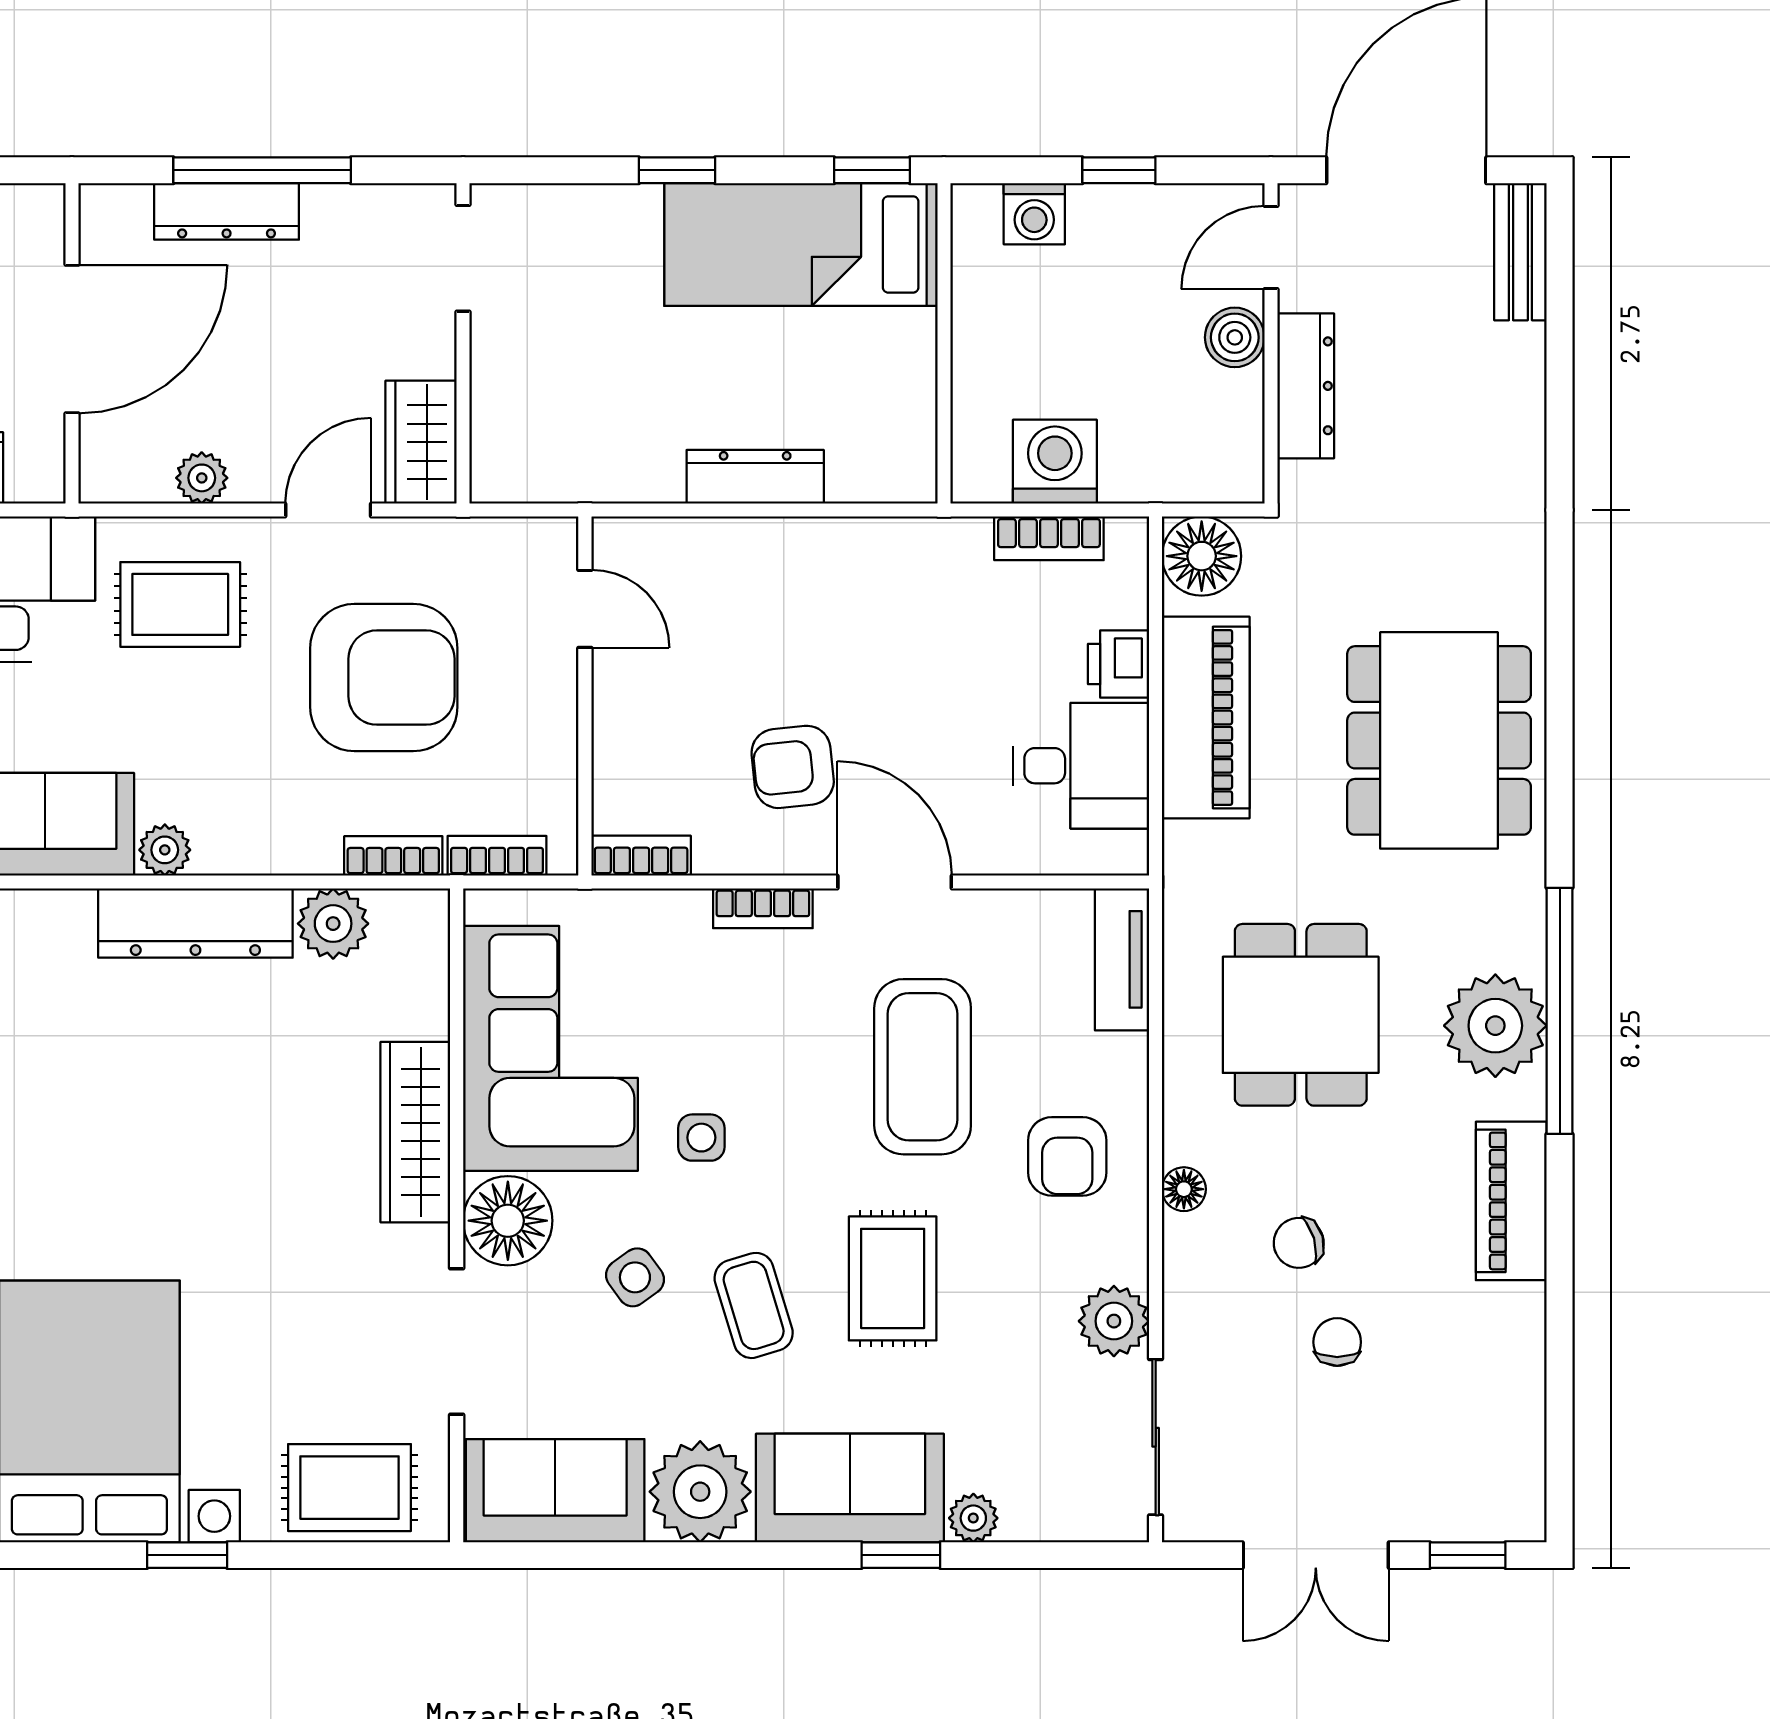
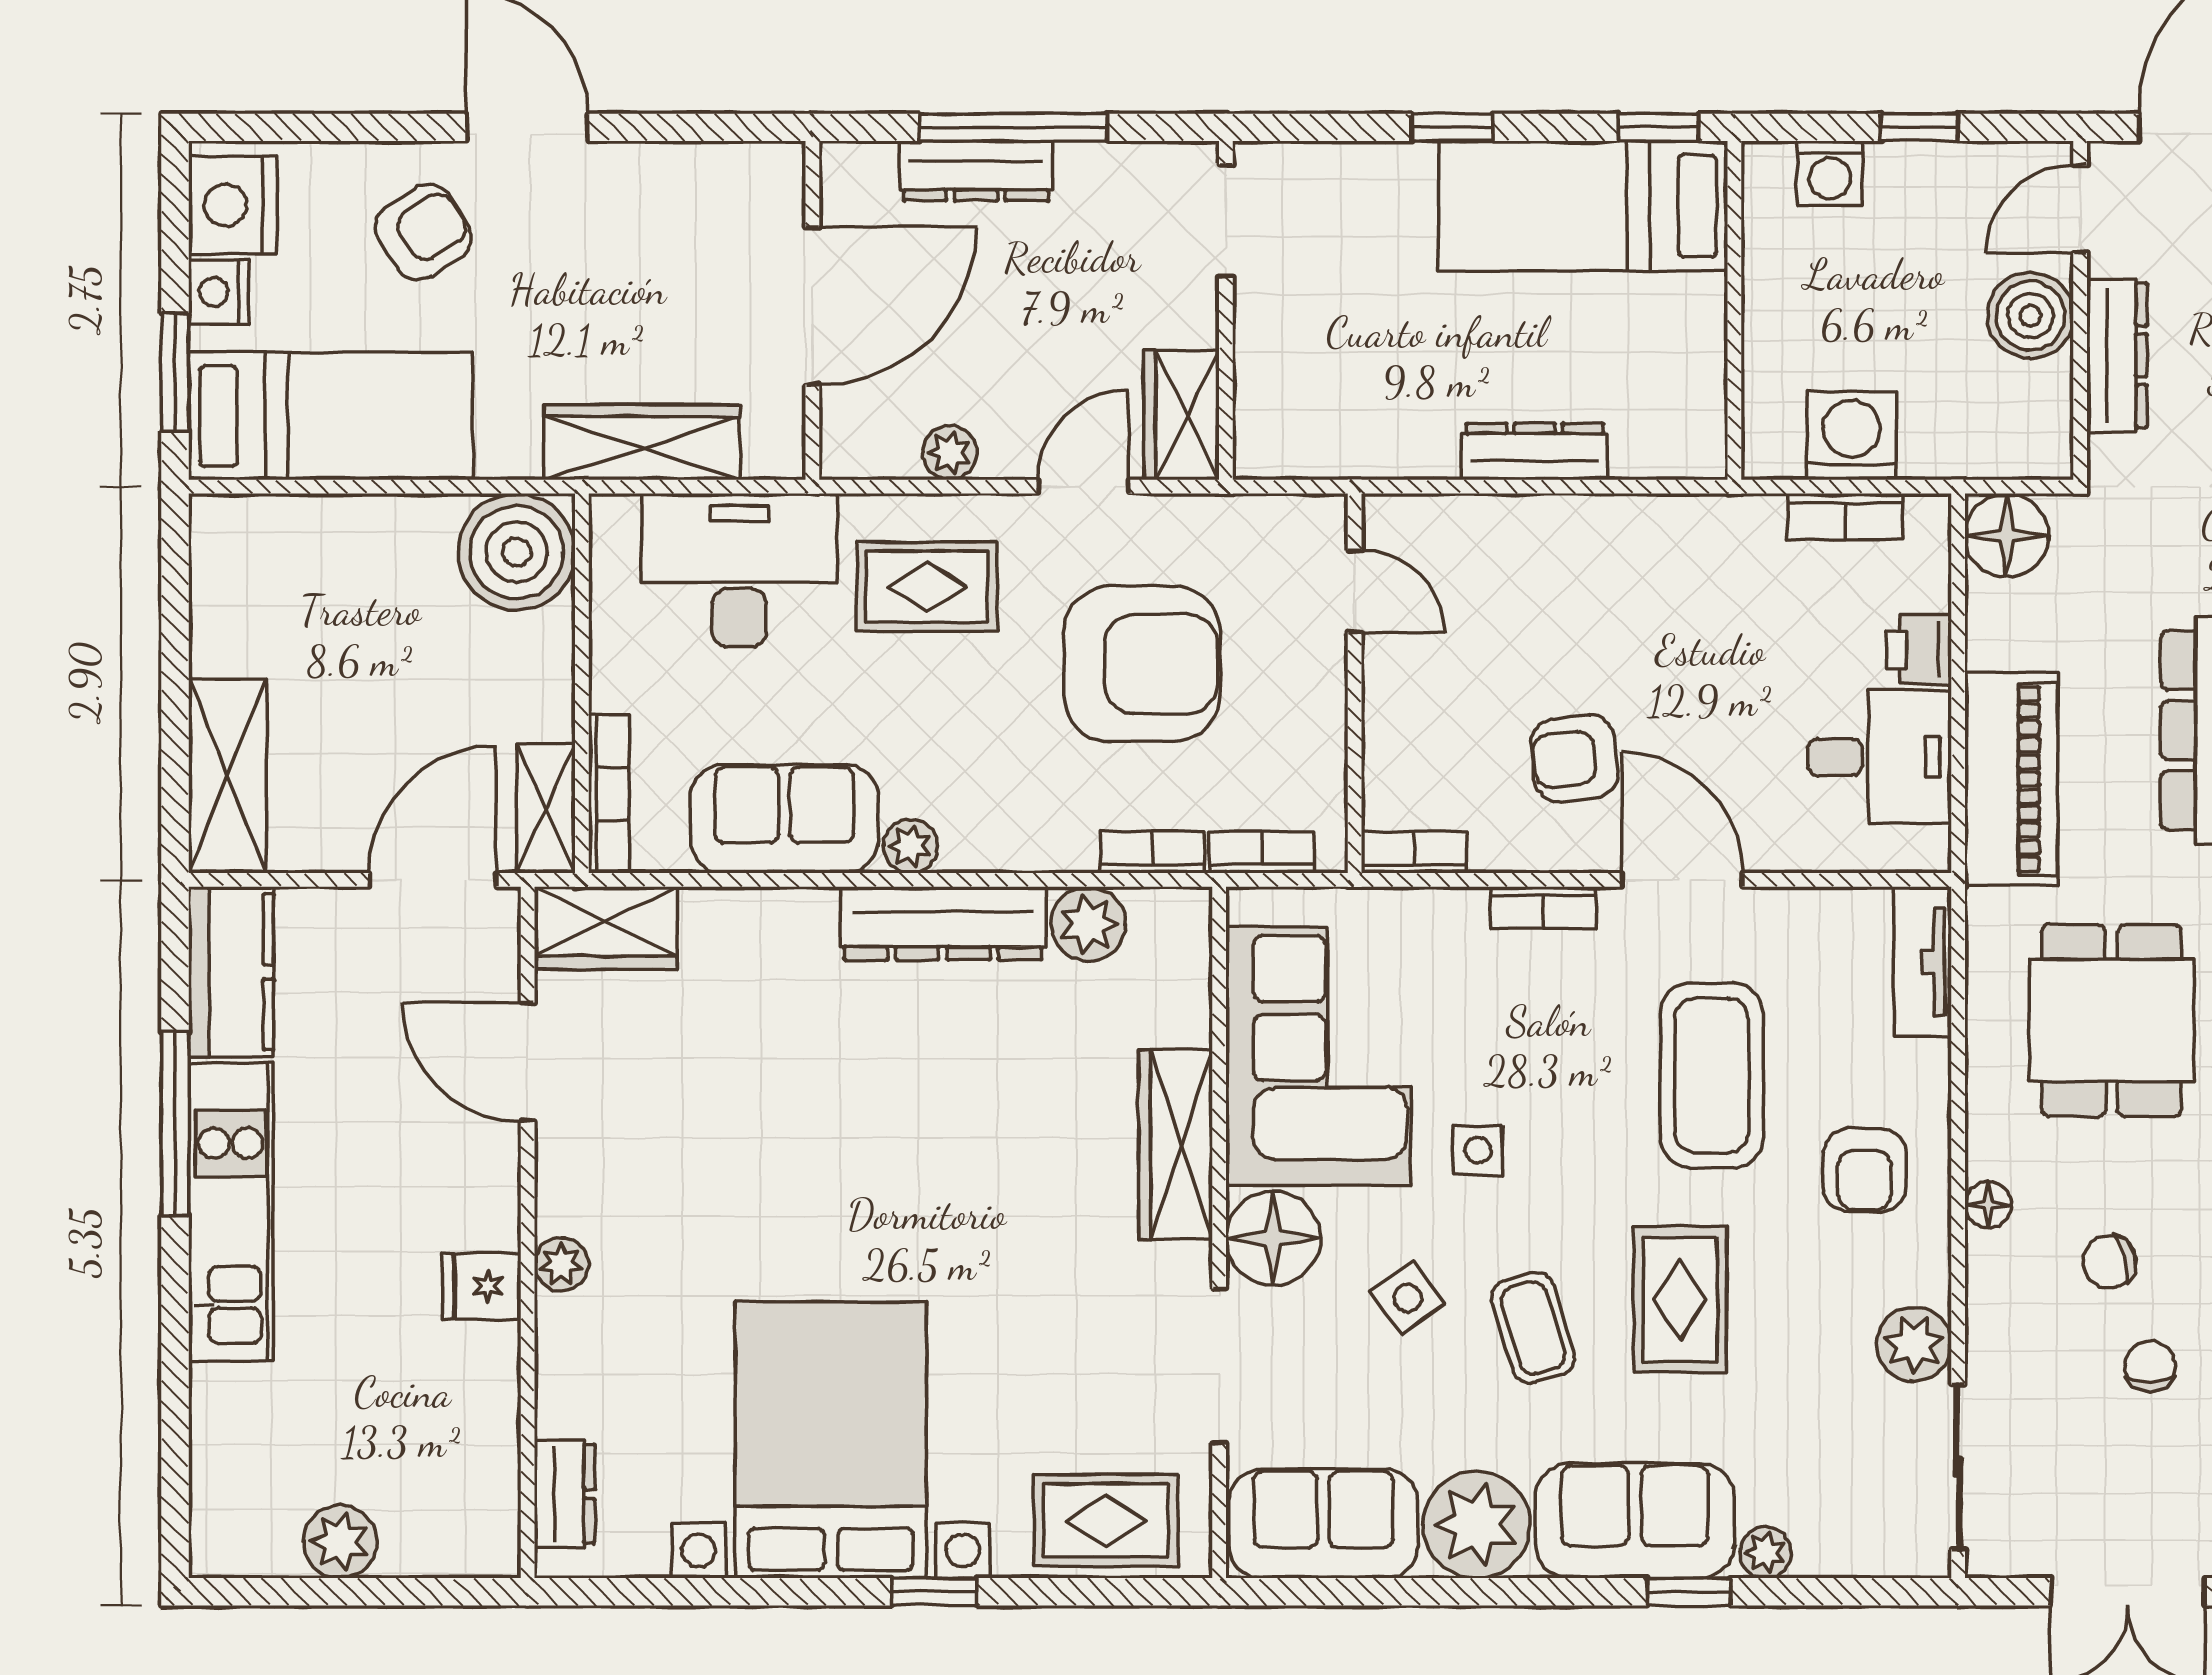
boiler: (1235, 337) -> (2030, 316), width x1.36, depth x1.36
piano: (1206, 717) -> (2011, 779), moved

